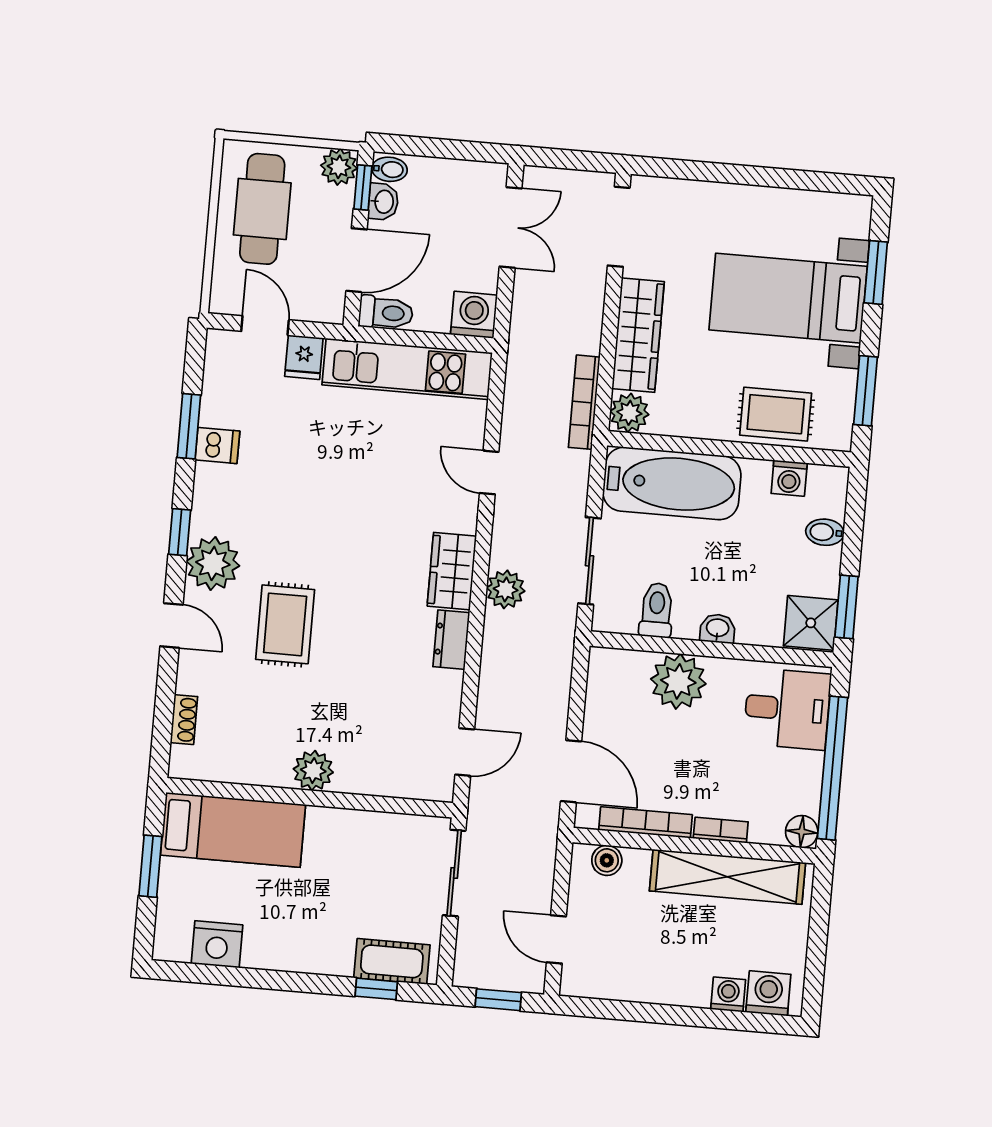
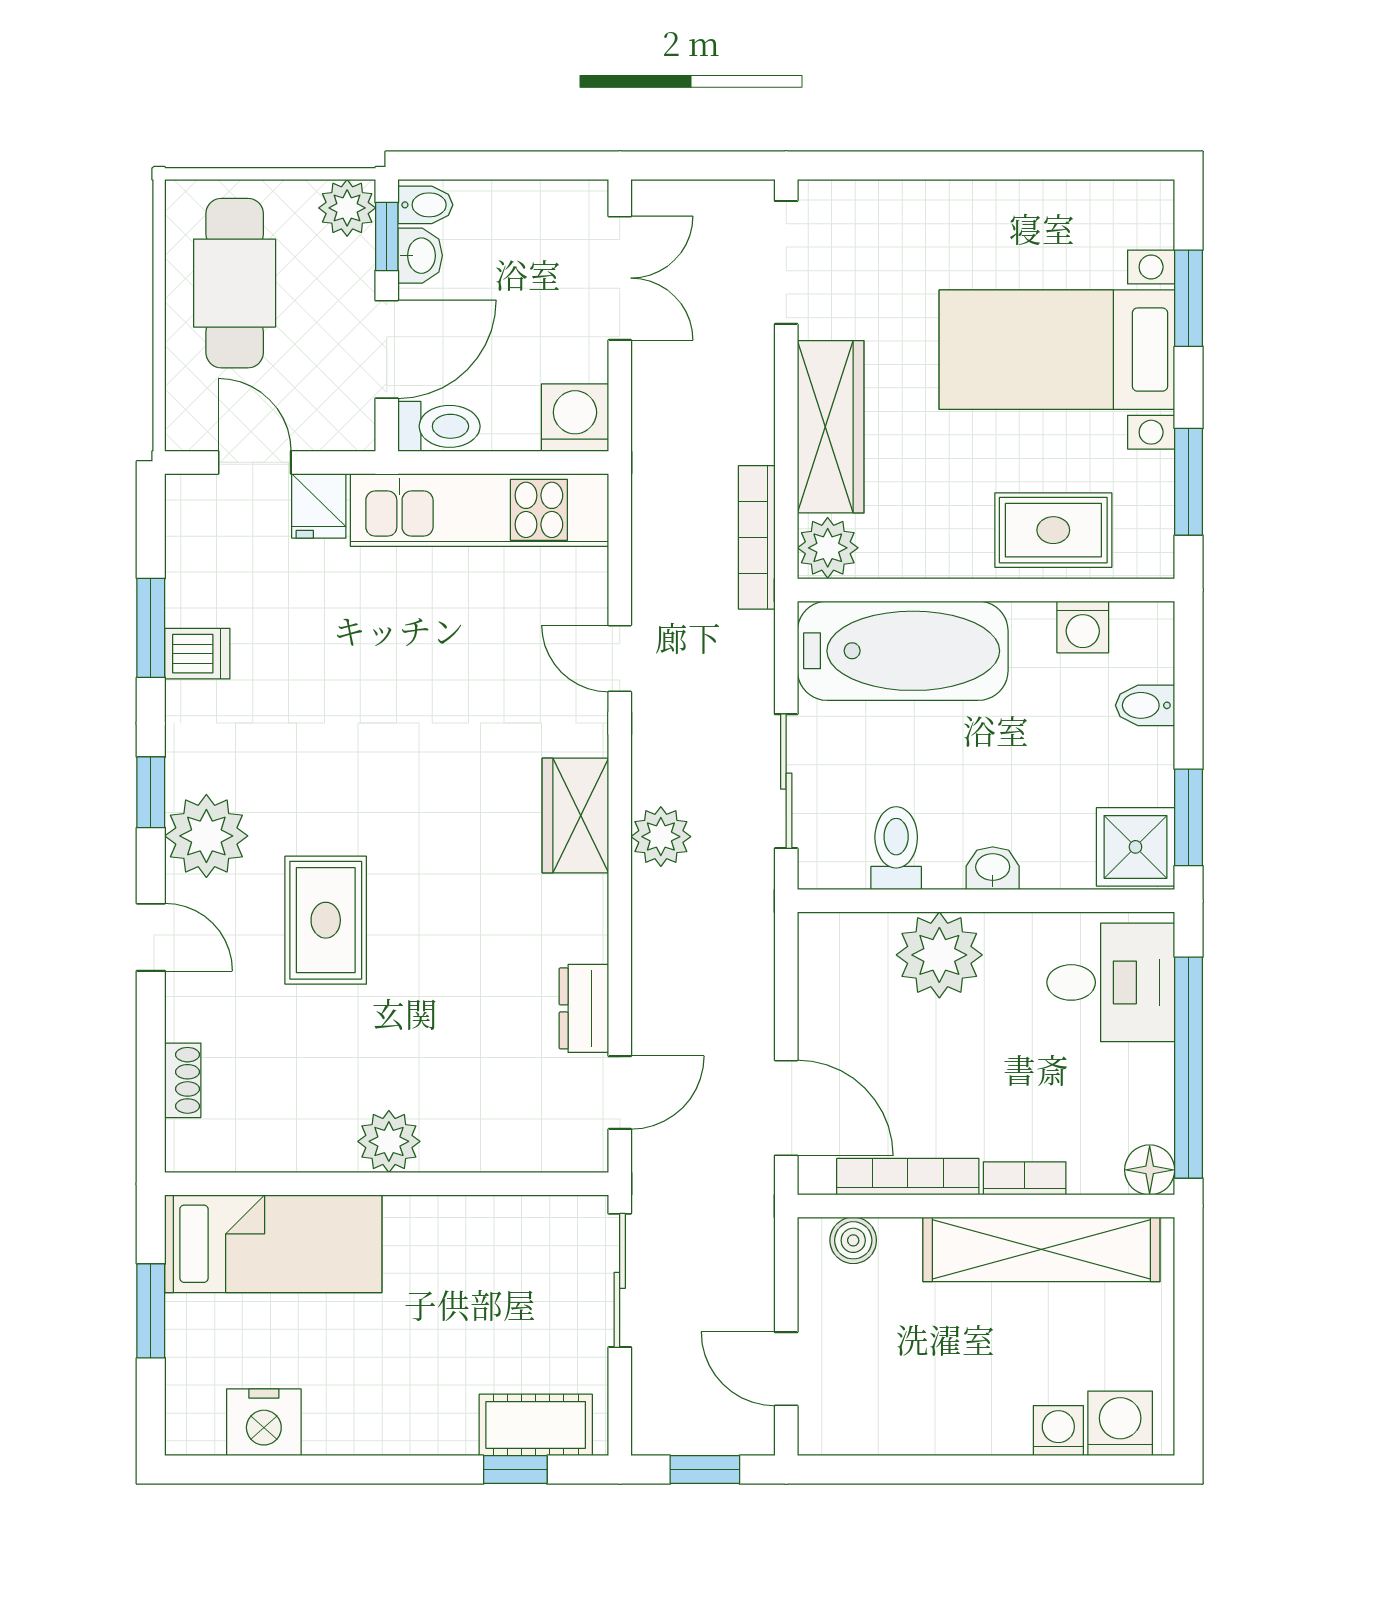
dresser: (451, 640) -> (584, 1008), moved

